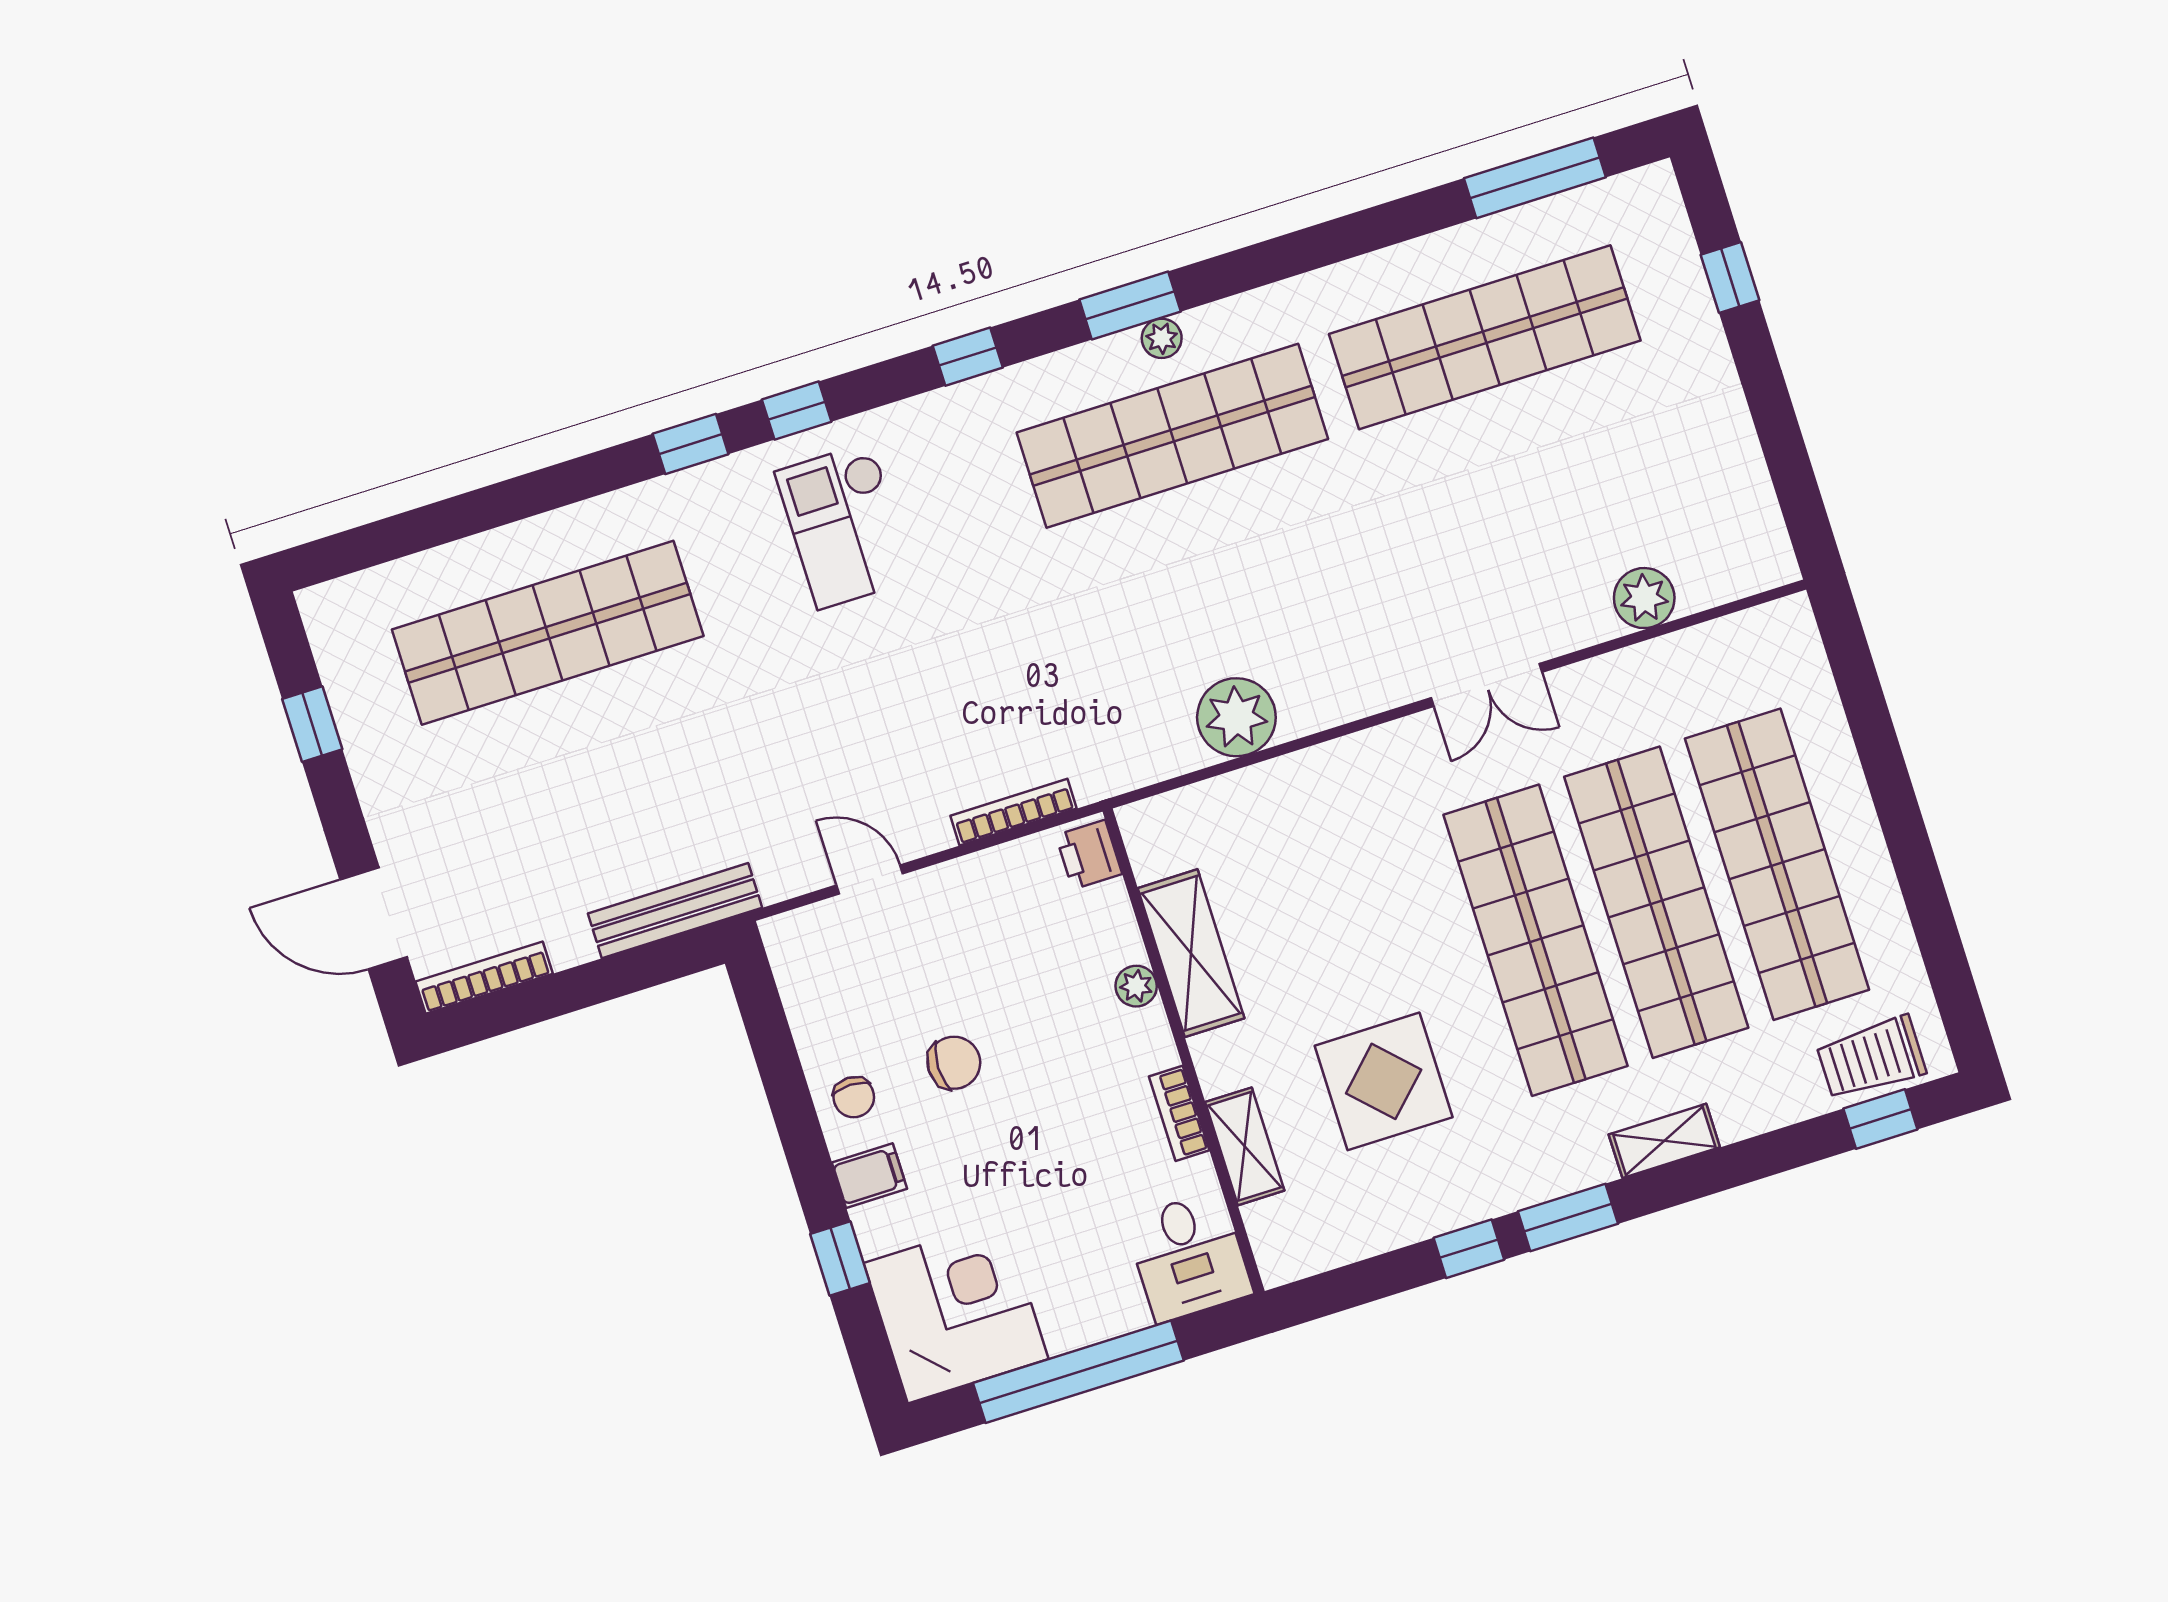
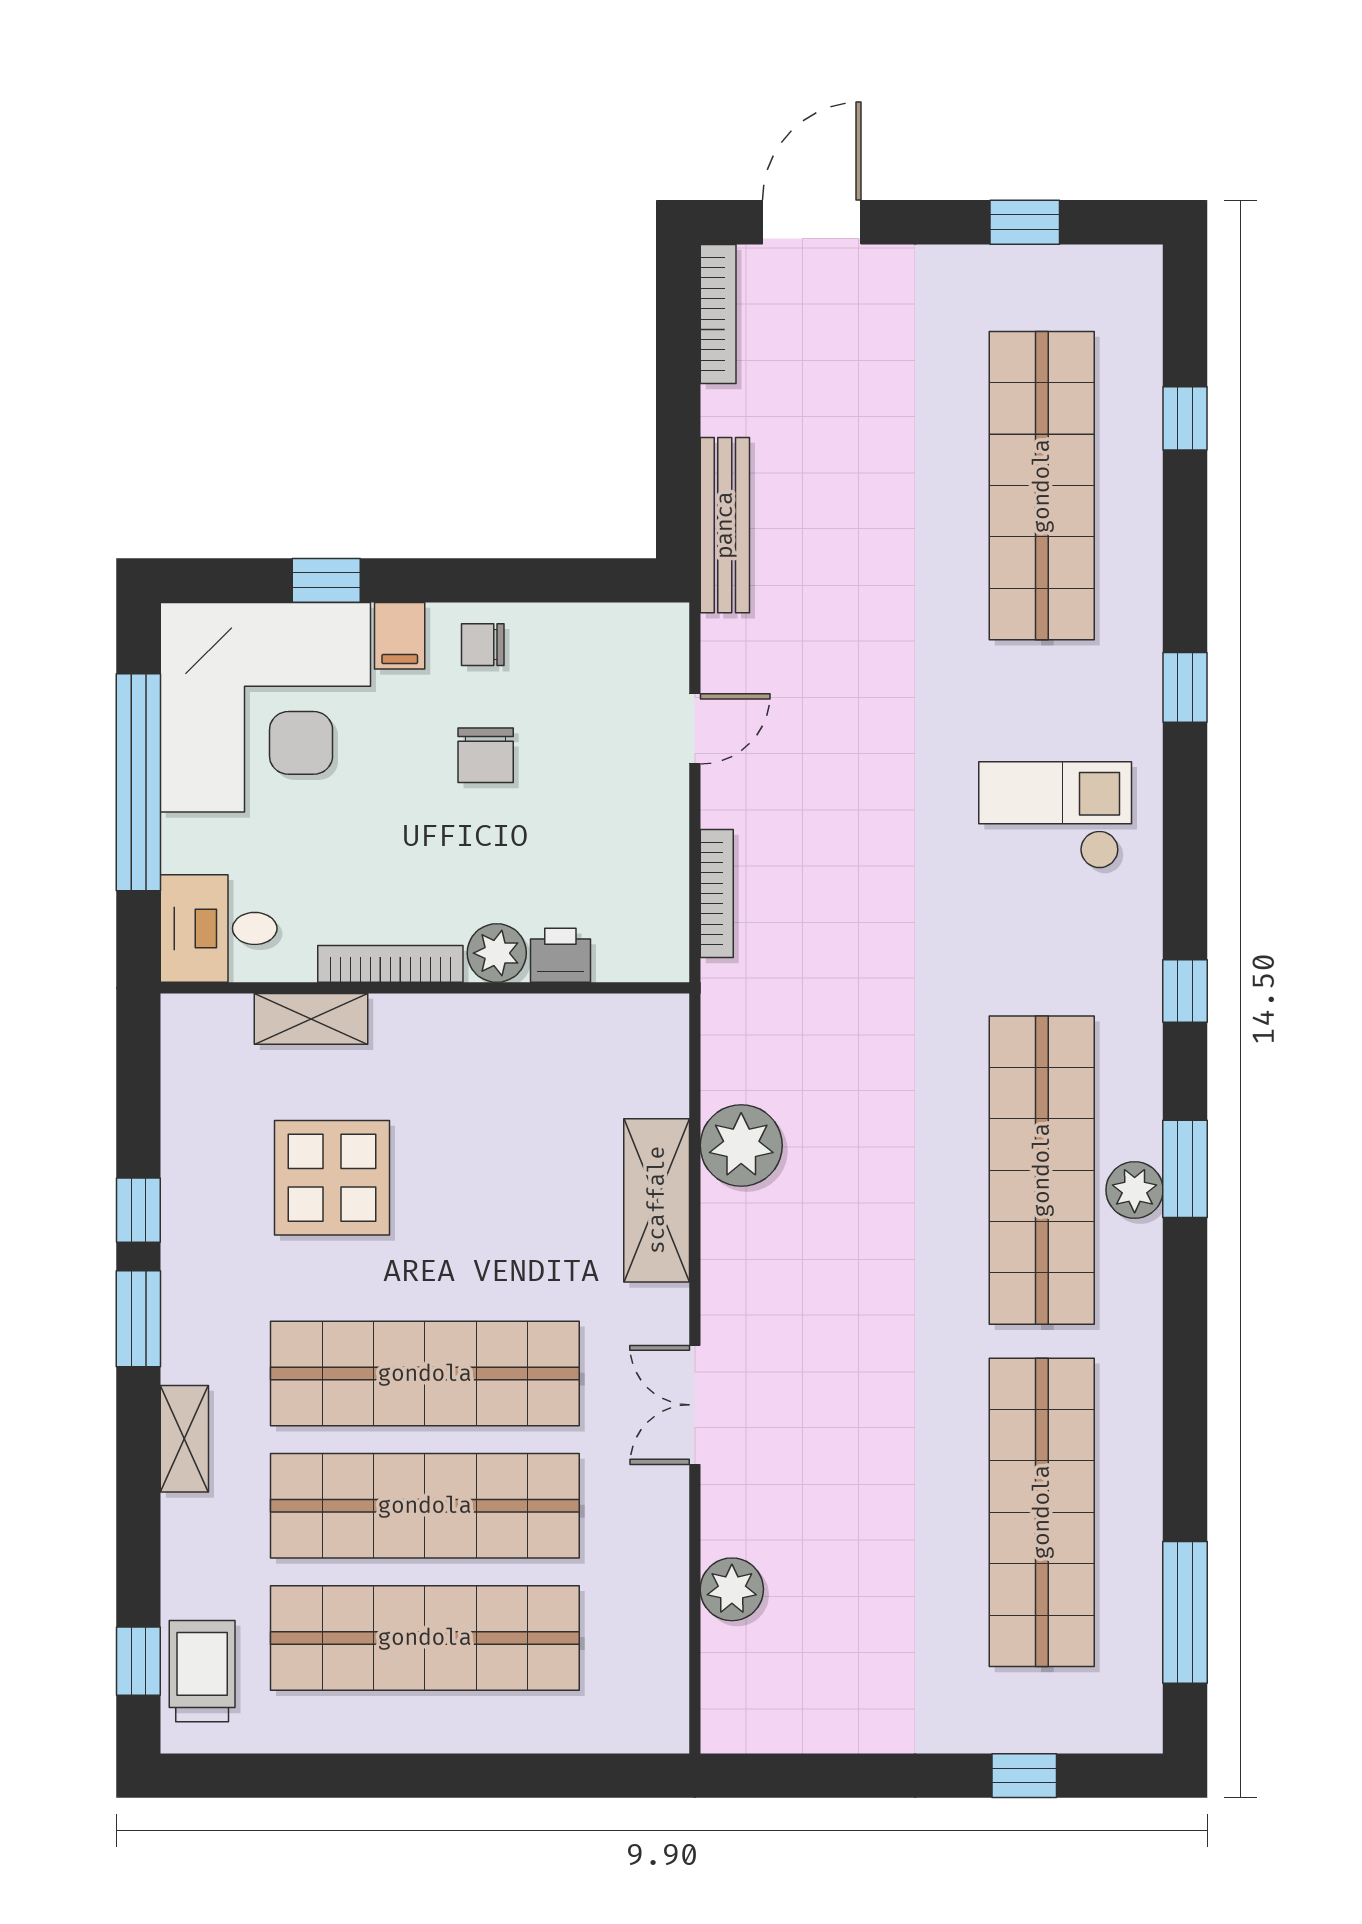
plant: (1162, 338) -> (1135, 1190), width x1.38, depth x1.38
window: (797, 411) -> (1185, 418), moved
printer: (1089, 855) -> (560, 955), moved
shelving: (1191, 953) -> (657, 1200), moved, turned 90
plant: (1136, 986) -> (497, 953), width x1.38, depth x1.38
bookcase: (1179, 1113) -> (390, 964), width x1.56
corner desk: (956, 1311) -> (265, 707), width x1.36, depth x1.36

